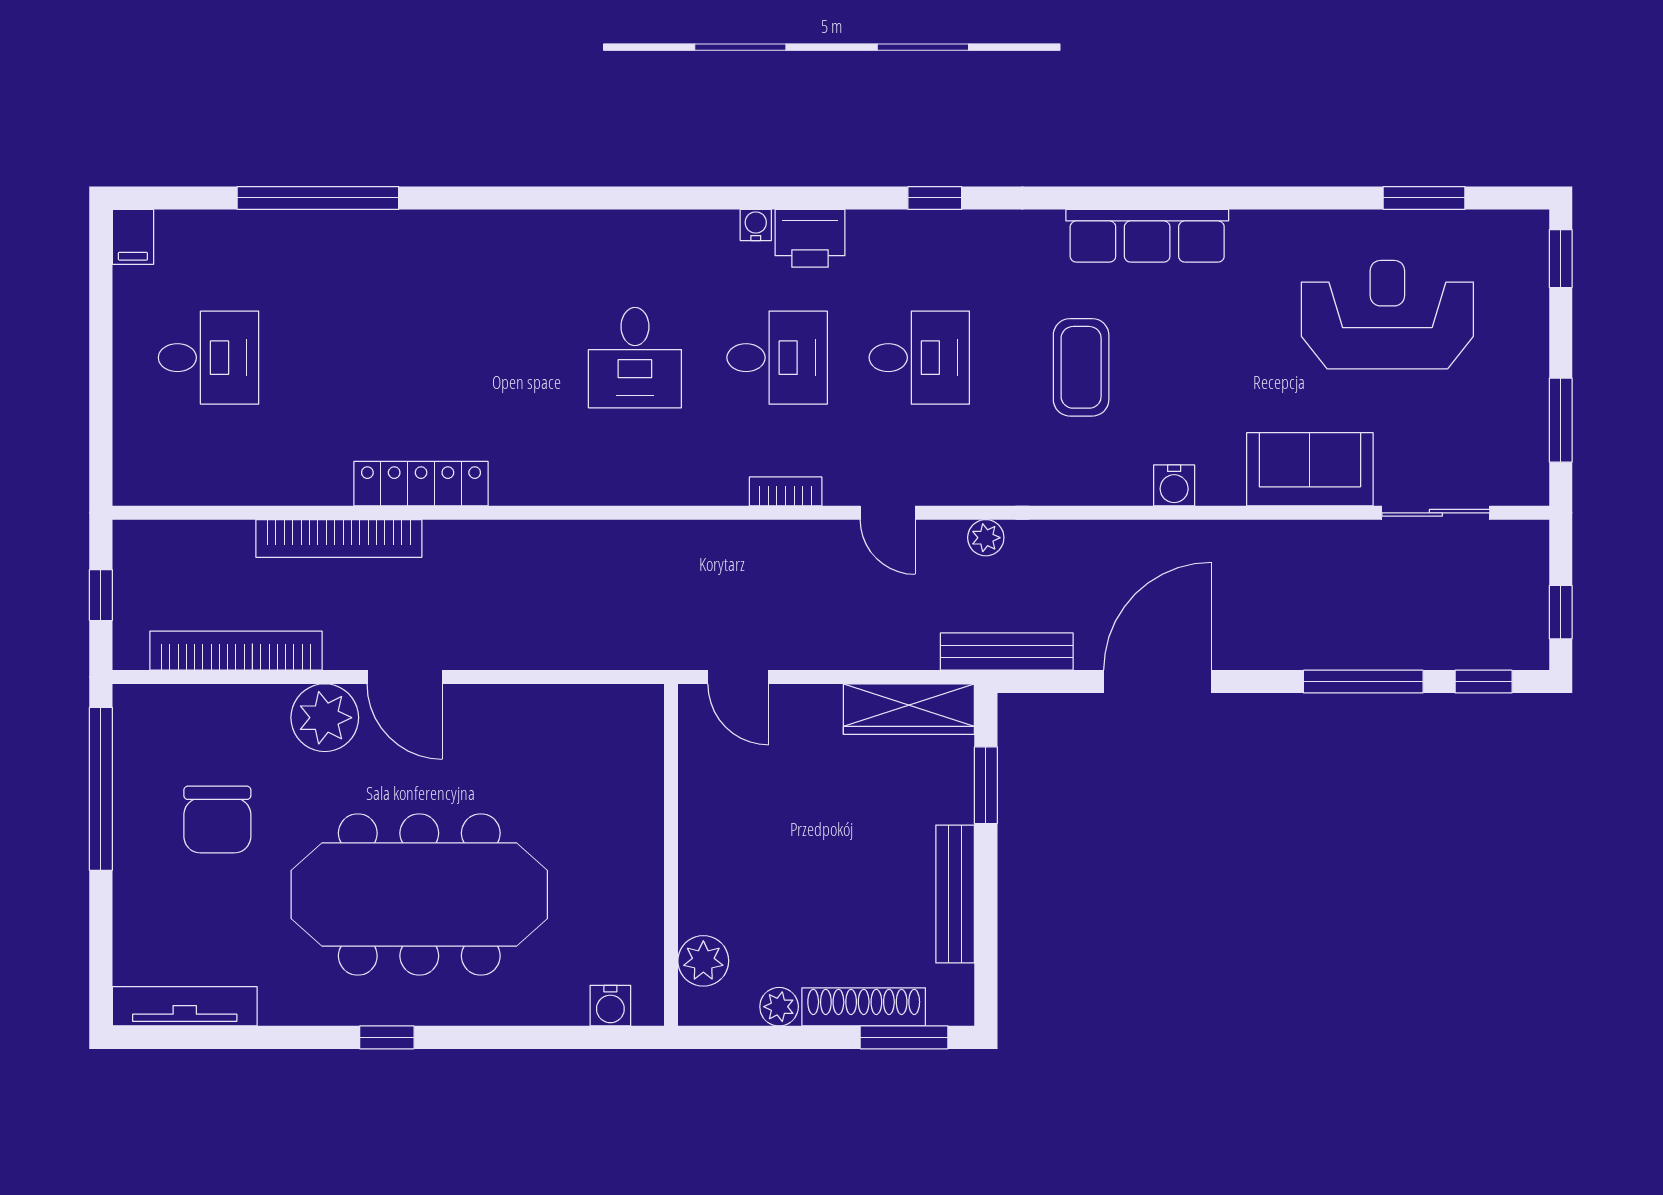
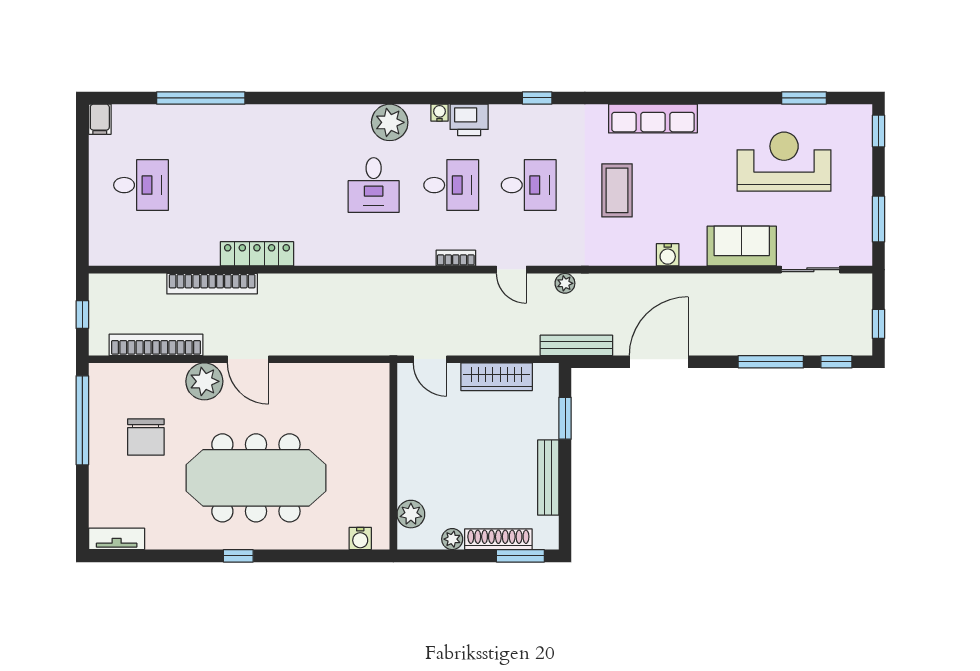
plant: (664, 243) -> (390, 122), added
wardrobe: (909, 709) -> (497, 377), moved
tv unit: (185, 1006) -> (117, 539), width x0.71

